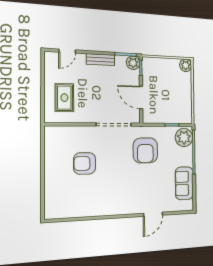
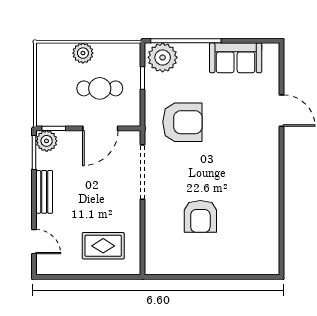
plant: (186, 65) -> (83, 53), moved
cafe table: (165, 98) -> (100, 88), added

